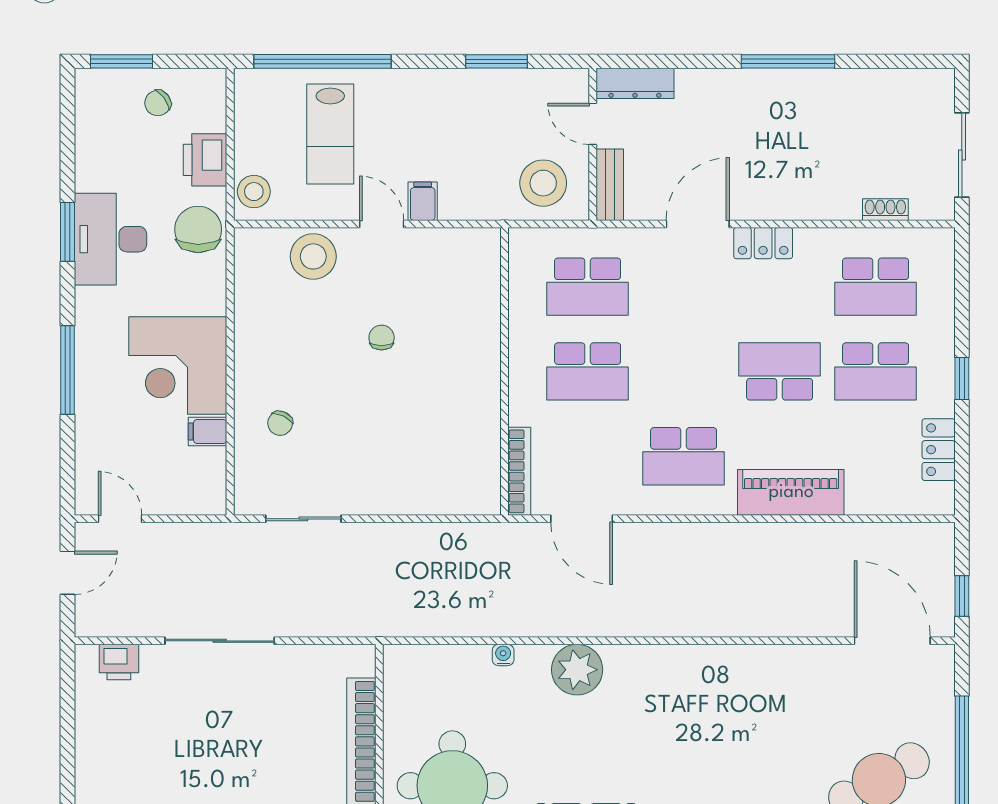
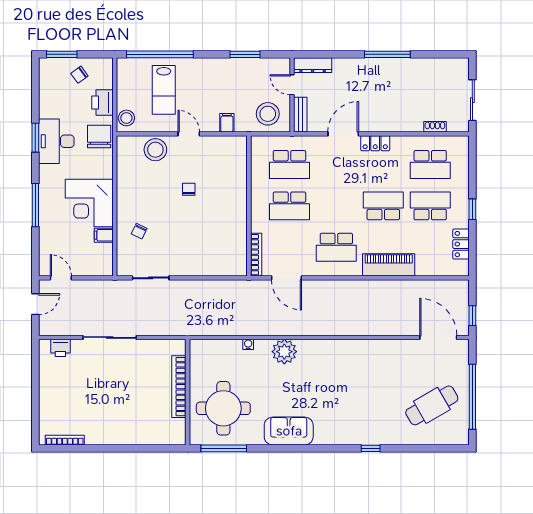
filing cabinet: (423, 201) -> (227, 123), moved
school desk: (876, 371) -> (430, 206), turned 180

